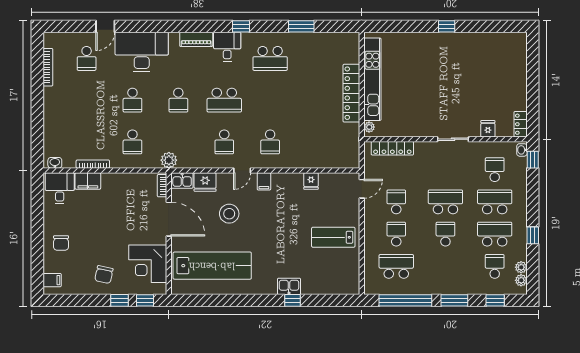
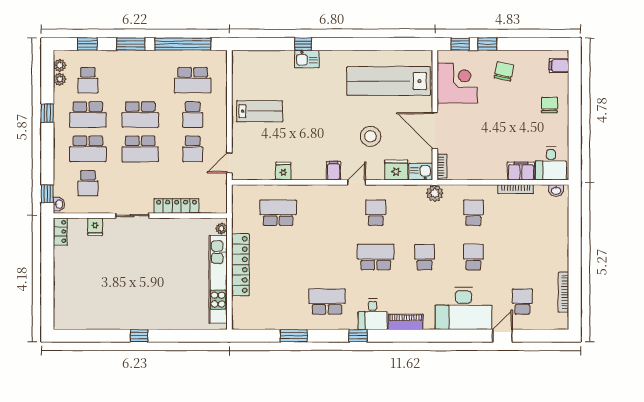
school desk: (270, 142) -> (278, 213), moved, width x1.85
locker: (392, 148) -> (177, 206), moved
school desk: (445, 234) -> (140, 115), width x1.85

